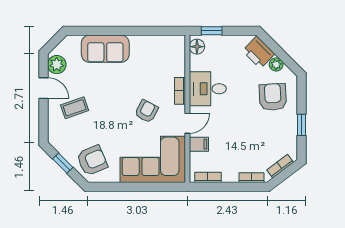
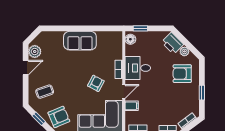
sofa: (105, 49) -> (80, 41), moved
door: (43, 88) -> (26, 68), hinge flipped
armchair: (273, 97) -> (182, 74), turned -87
coffee table: (75, 108) -> (45, 92), moved

